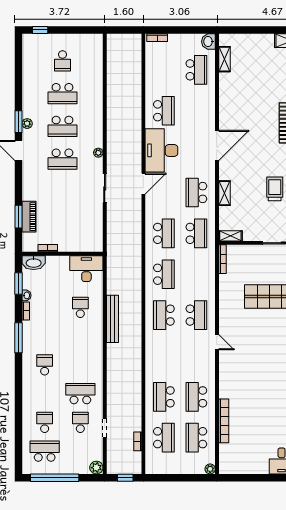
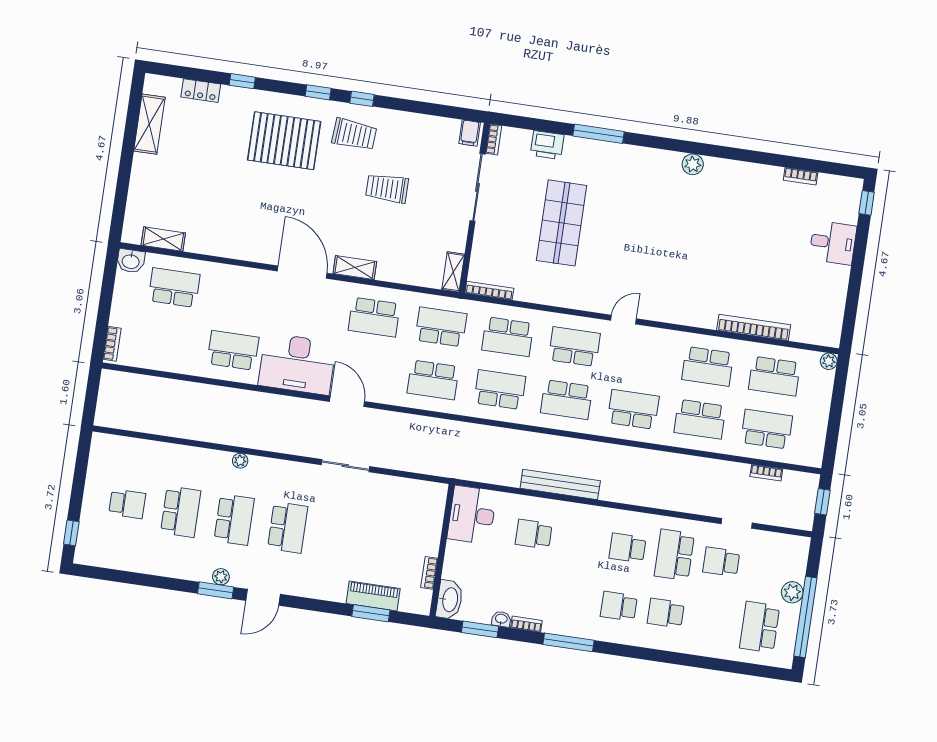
plant: (98, 153) -> (240, 461), moved
shelving: (224, 193) -> (355, 267), moved
school desk: (164, 233) -> (433, 380), turned 180
school desk: (196, 274) -> (508, 337), added
school desk: (164, 356) -> (633, 409), added
school desk: (80, 365) -> (627, 548), added
school desk: (45, 422) -> (666, 613), moved
plant: (96, 468) -> (792, 592), moved

